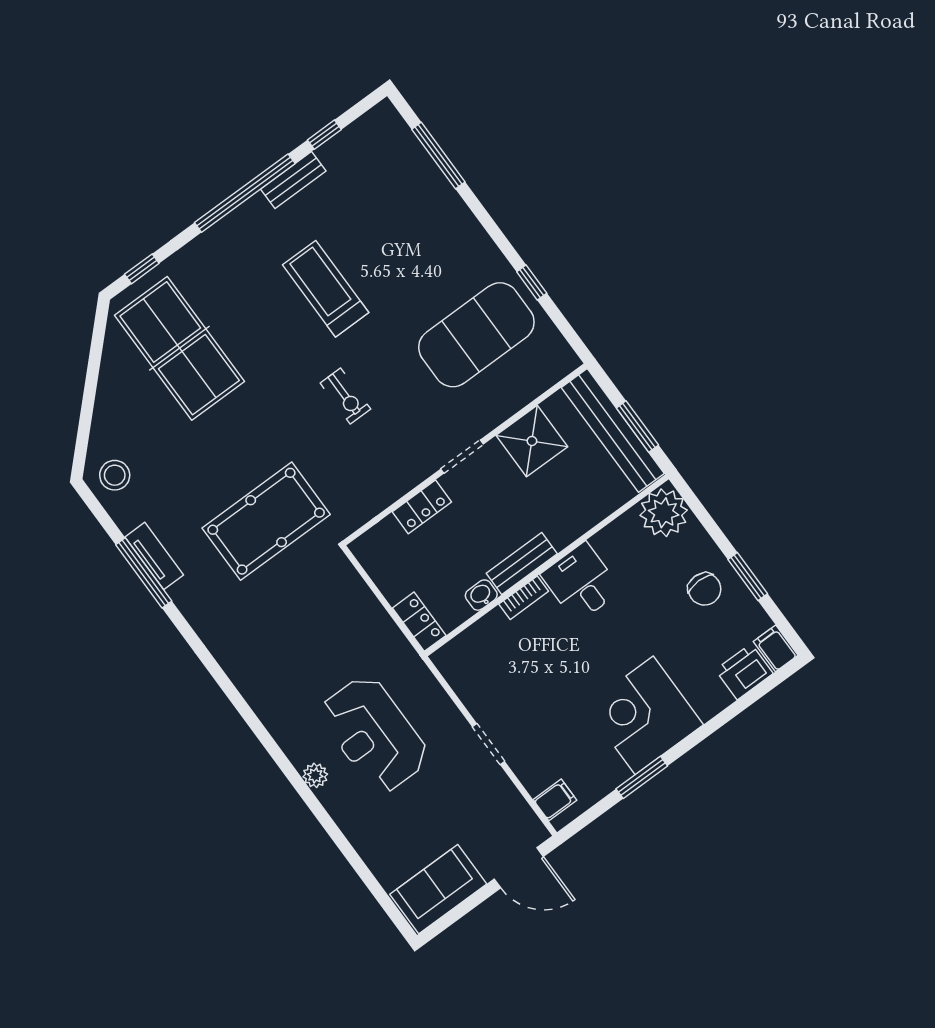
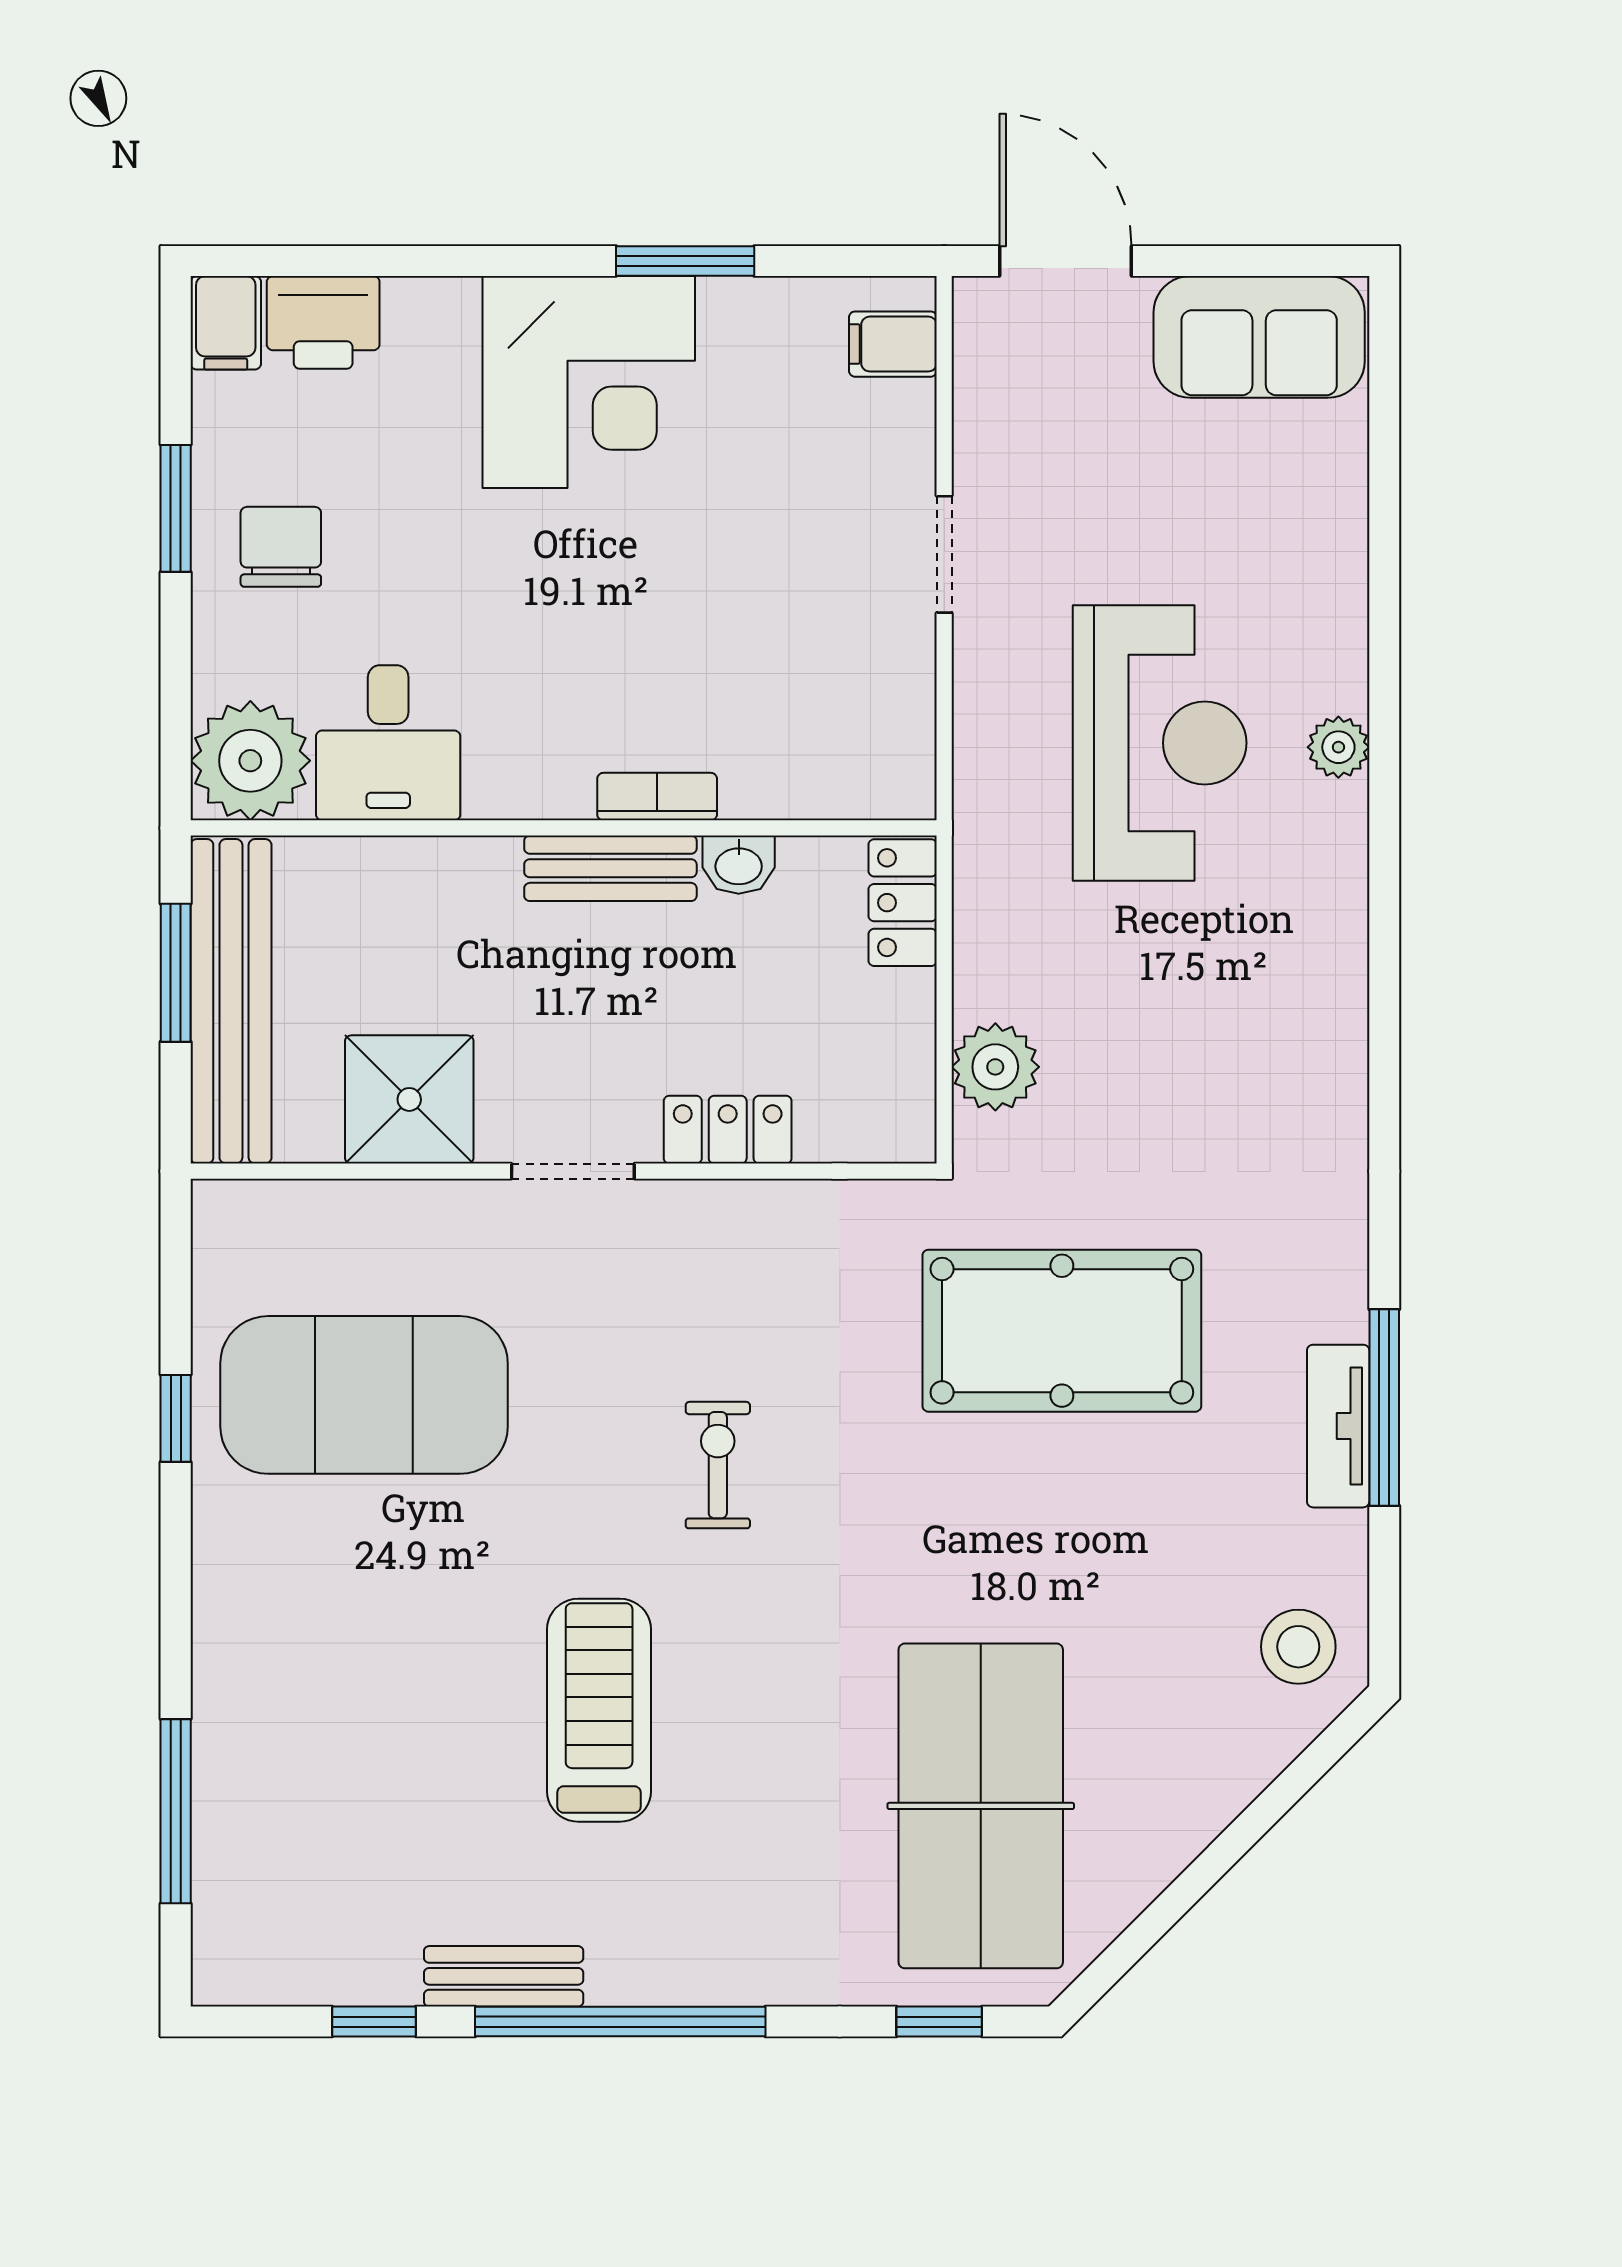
treadmill: (326, 289) -> (599, 1710), turned 180
desk: (581, 582) -> (388, 743), moved
plant: (350, 591) -> (995, 1067), added

